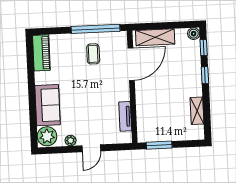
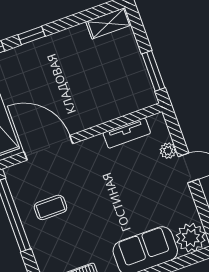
shelving: (197, 111) -> (109, 23), moved
plant: (71, 140) -> (168, 151), moved

